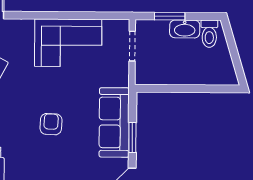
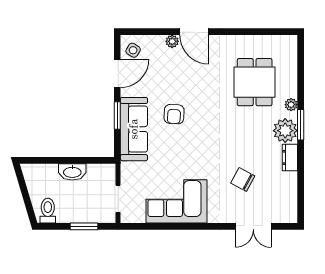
washbasin: (185, 29) -> (72, 172), moved, turned 180
armchair: (51, 124) -> (174, 114), moved

